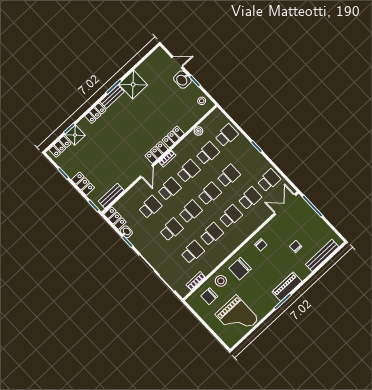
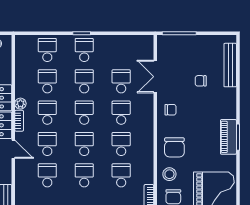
plant: (198, 131) -> (20, 104), moved
school desk: (269, 180) -> (84, 50), moved
double door: (285, 204) -> (155, 77), moved
piano: (287, 287) -> (228, 137), moved

